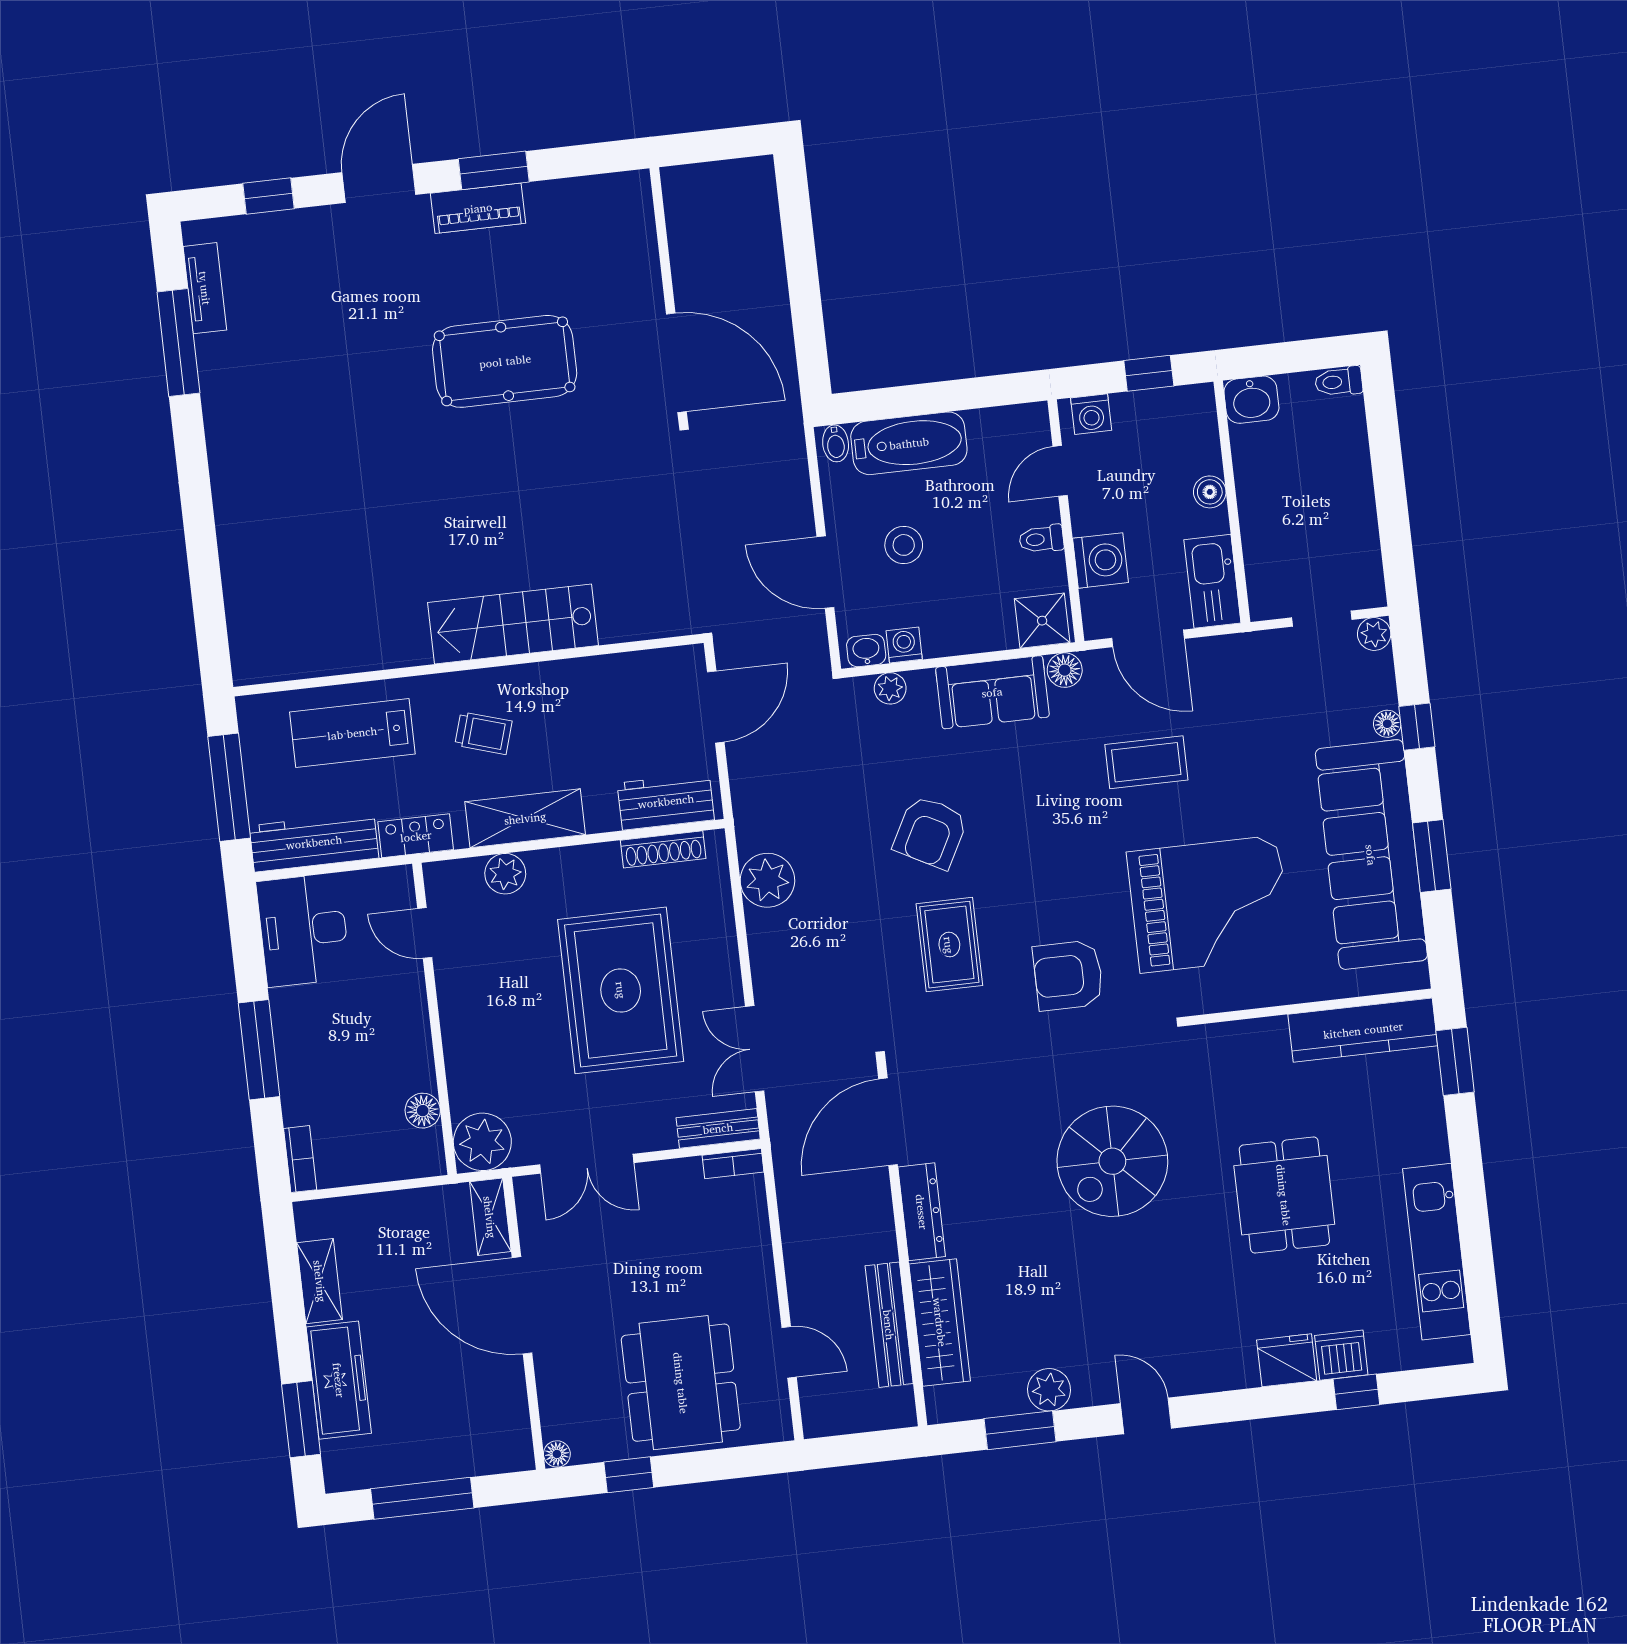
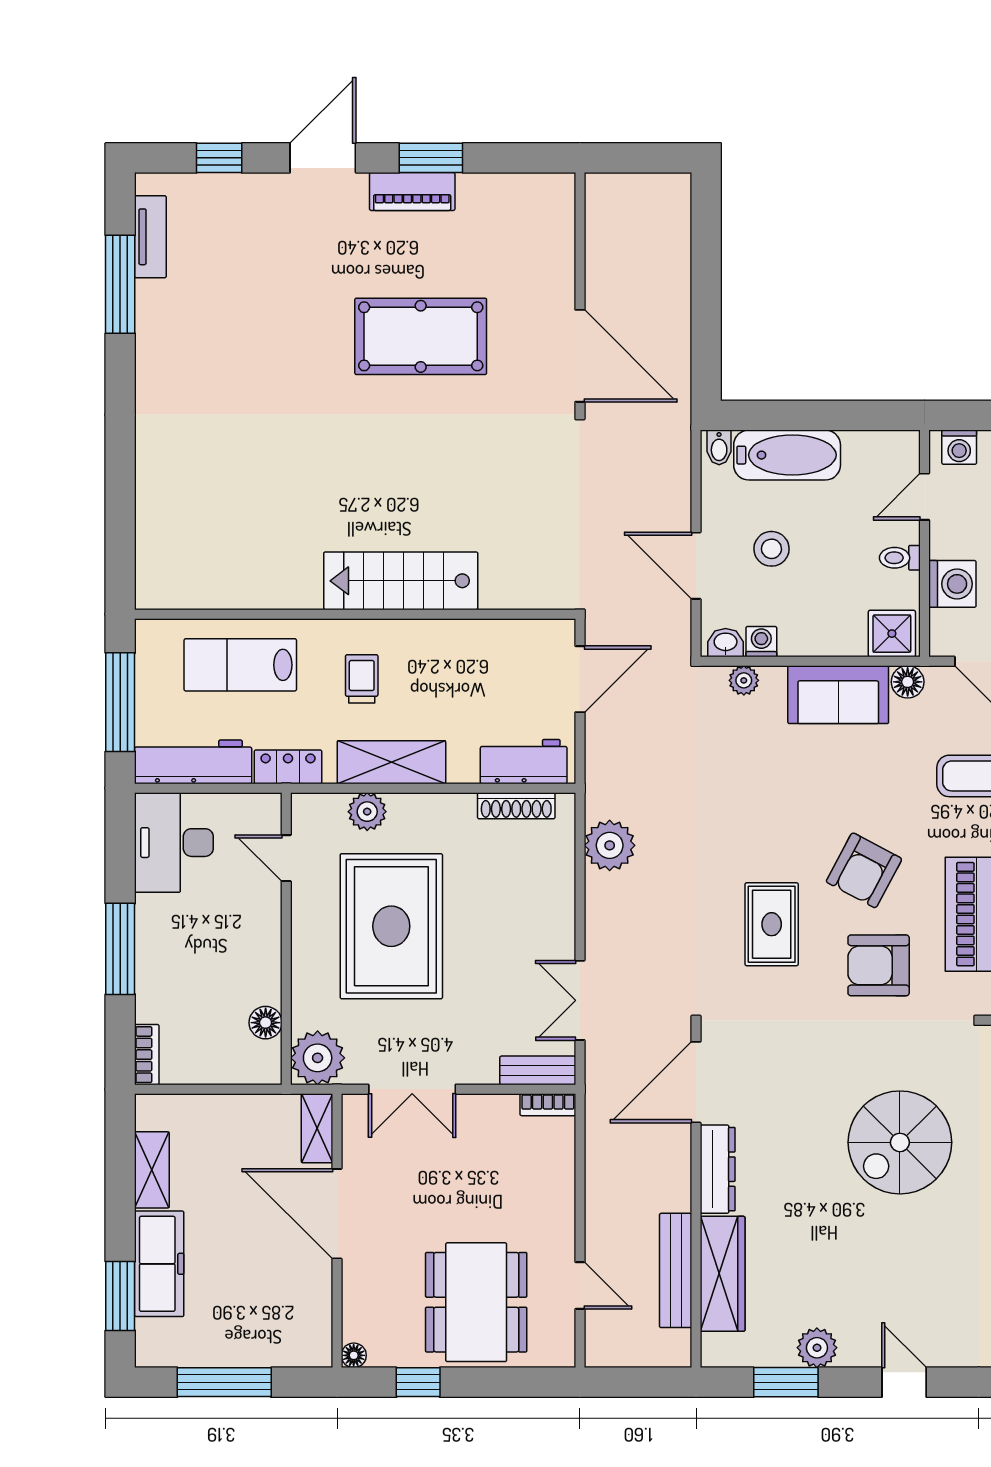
trolley: (483, 733) -> (362, 679), turned -107
armchair: (930, 832) -> (864, 870), moved
rug: (621, 990) -> (391, 926), moved

